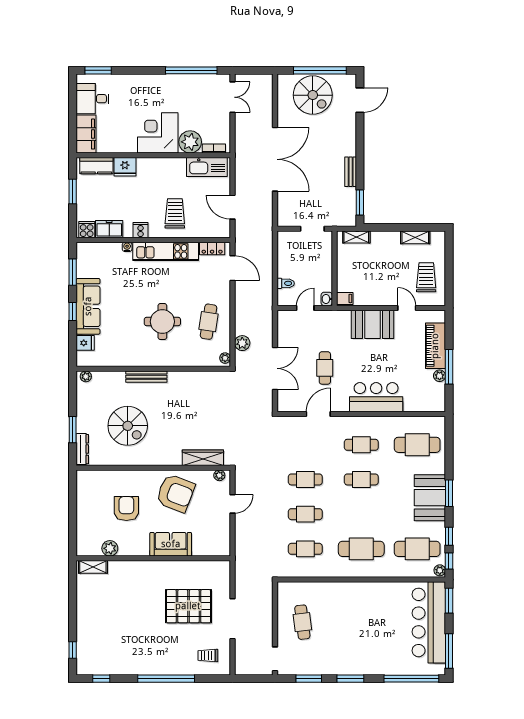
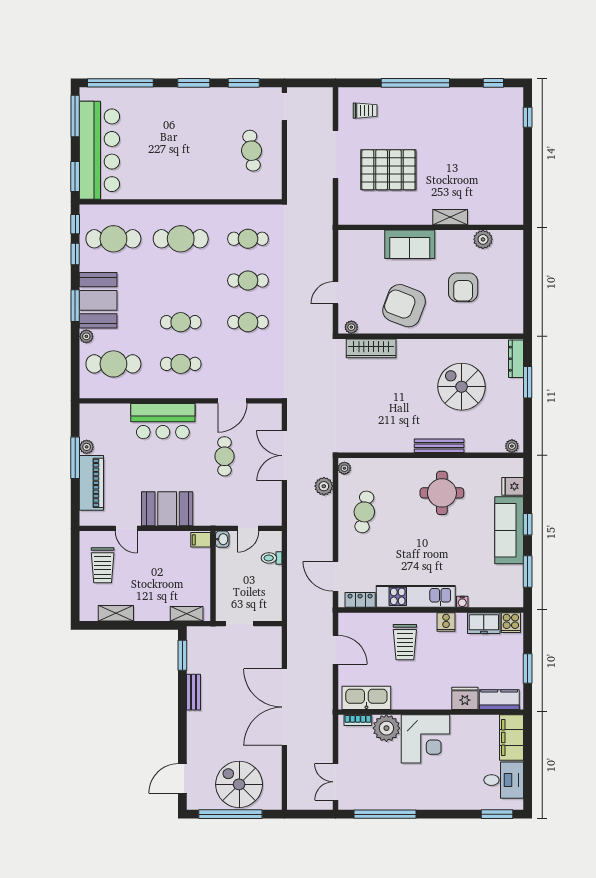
round table: (162, 322) -> (442, 493), moved
shelving: (93, 567) -> (450, 217), moved
plant: (440, 570) -> (86, 336), moved

